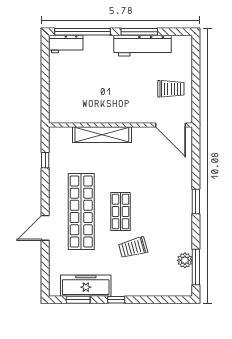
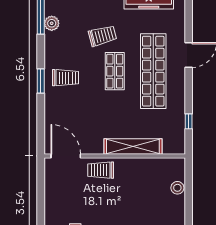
trolley: (171, 89) -> (101, 170), moved
stool: (57, 92) -> (177, 188), added
trolley: (171, 205) -> (66, 78), added

